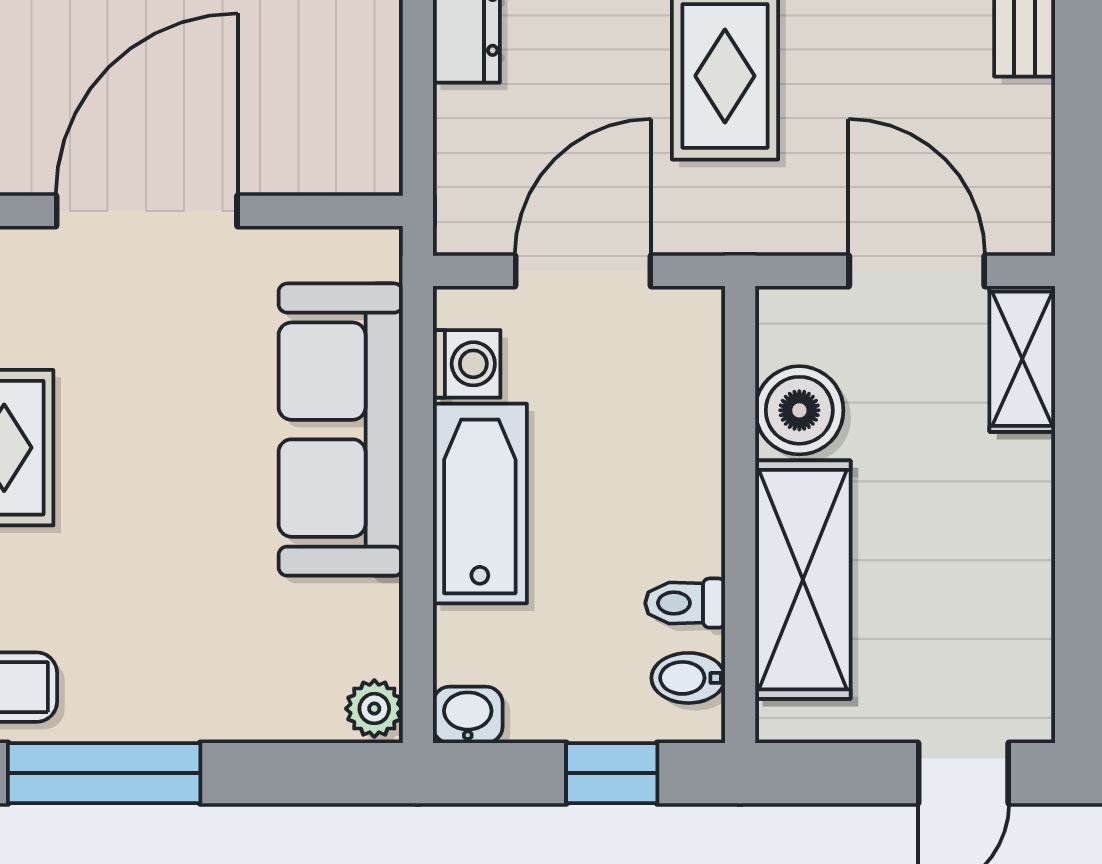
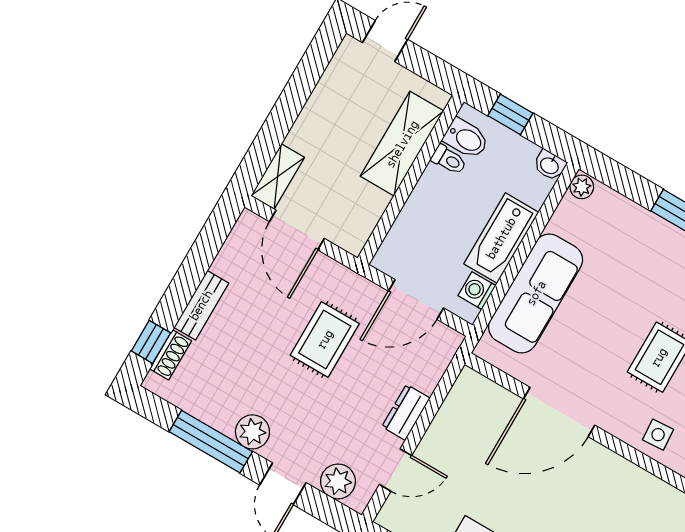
boiler: (799, 410) -> (368, 205), removed
bidet: (688, 678) -> (466, 139), width x1.38, depth x1.36

